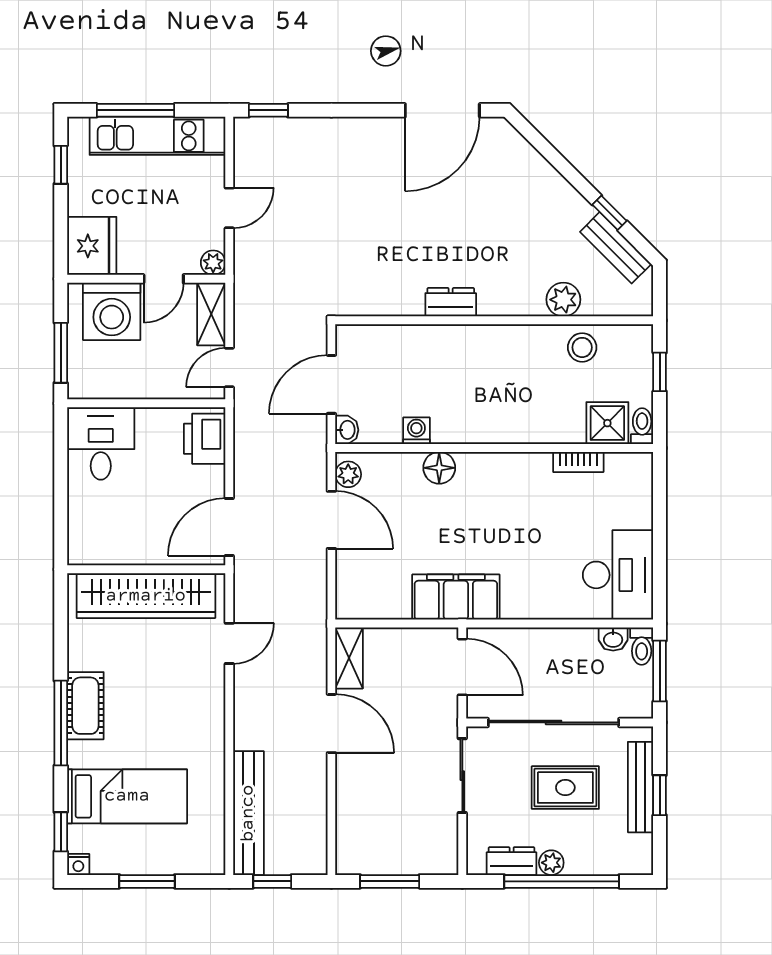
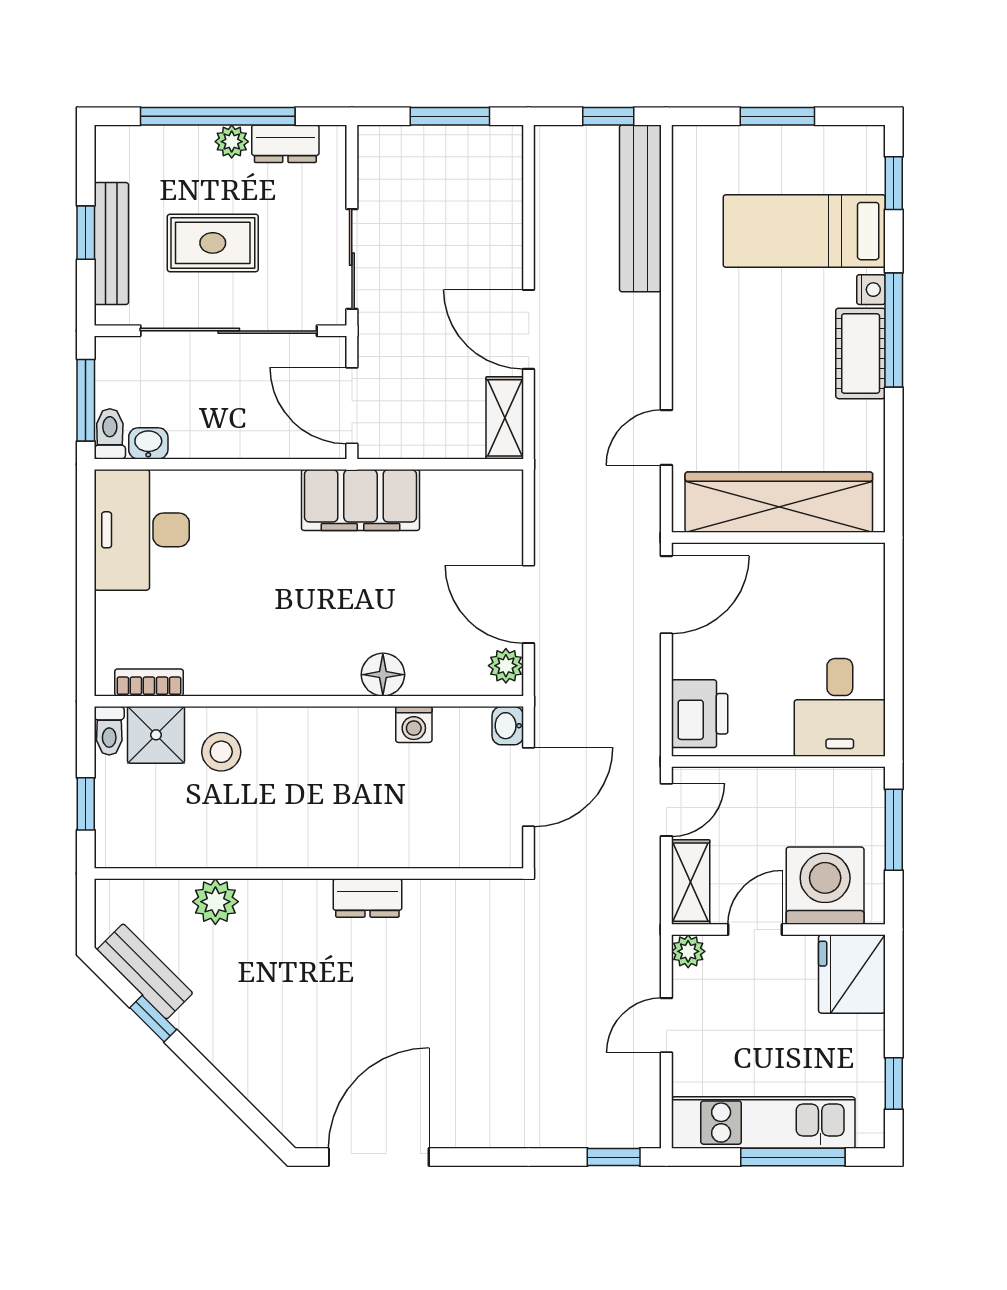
stool: (582, 347) -> (221, 752), moved
bookcase: (578, 462) -> (149, 682), moved
nightstand: (78, 865) -> (871, 290), moved, turned 90

